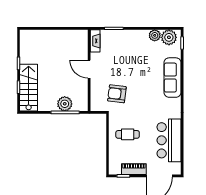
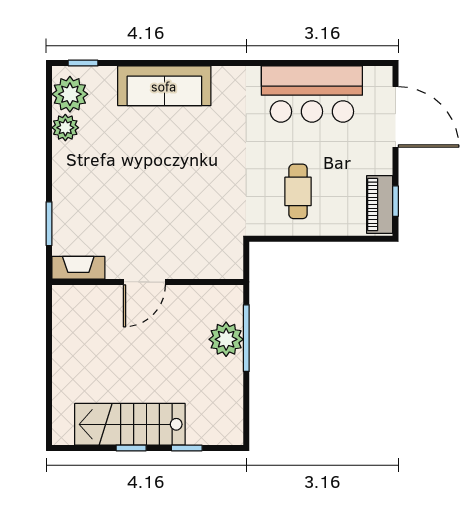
stairs: (29, 88) -> (130, 424), moved
armchair: (117, 94) -> (203, 217), removed
piano: (134, 169) -> (380, 205), moved

